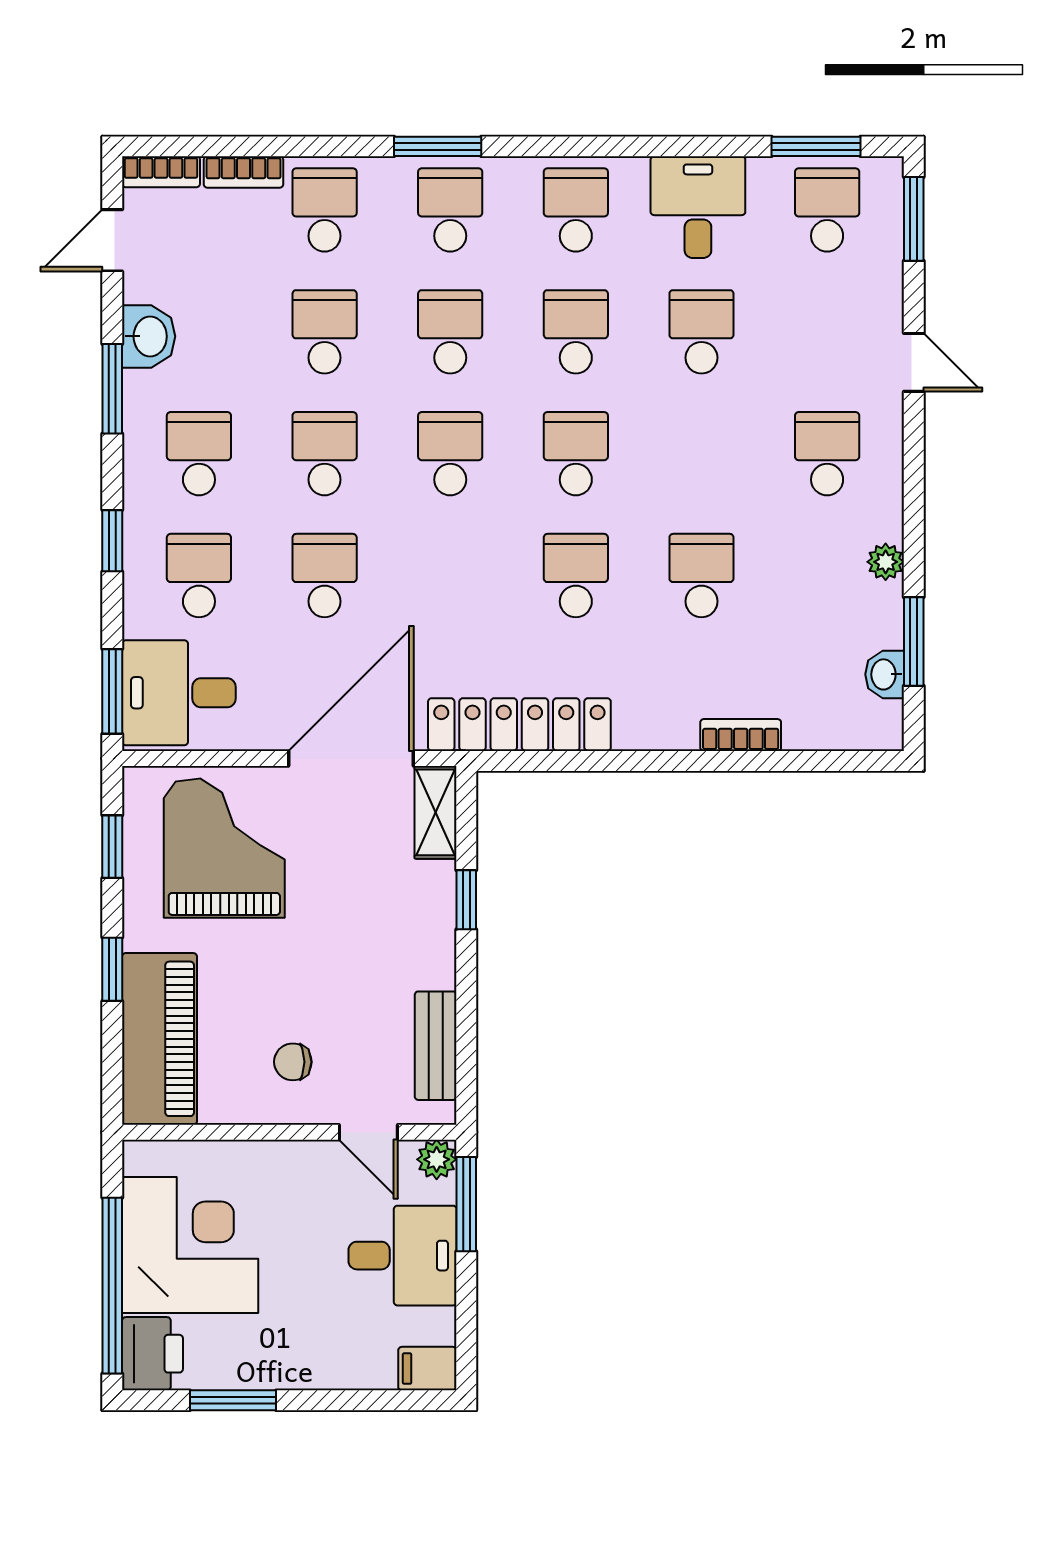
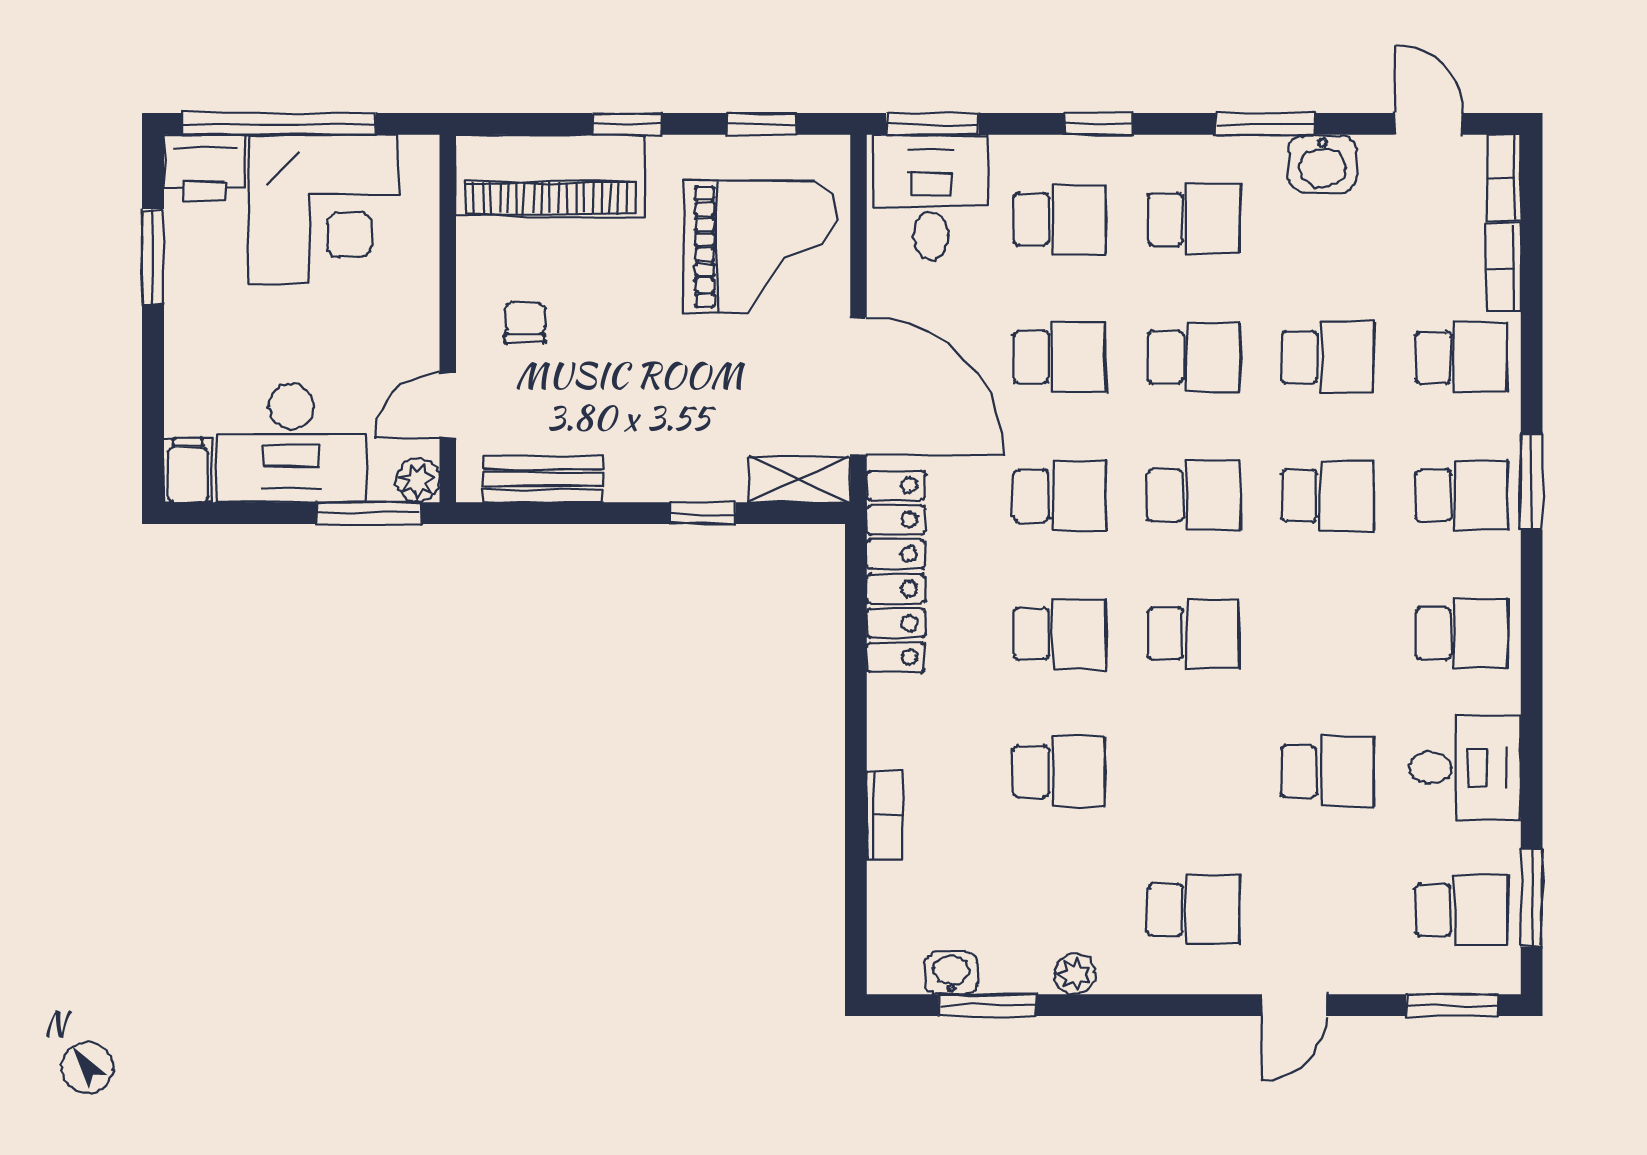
school desk: (576, 332) -> (1060, 495), moved
desk: (403, 1256) -> (292, 443), width x1.37

